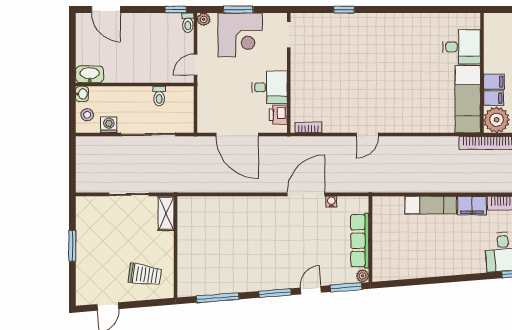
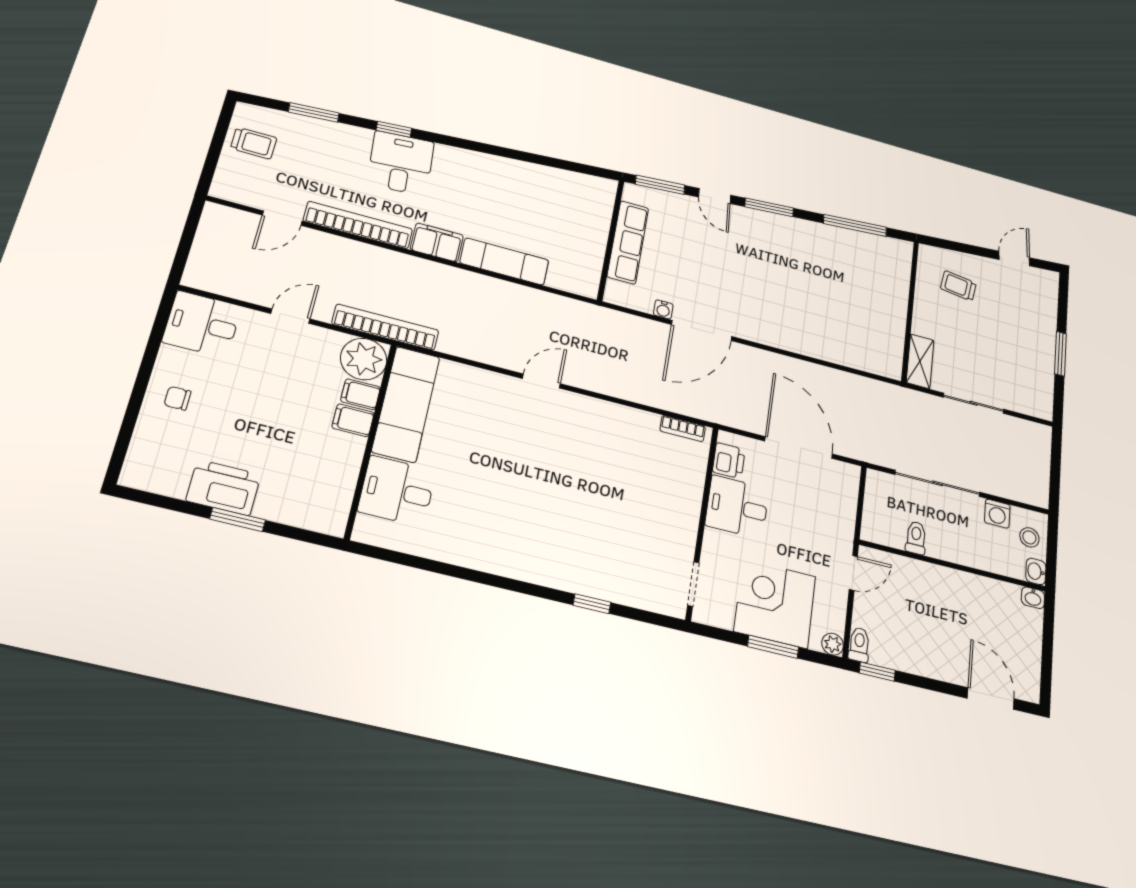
washbasin: (90, 74) -> (1033, 598), width x0.52, depth x0.69
door: (367, 134) -> (541, 381), moved
trolley: (145, 275) -> (958, 286), width x0.73, depth x0.72
plant: (363, 276) -> (632, 193), removed
door: (311, 290) -> (715, 196), hinge flipped

